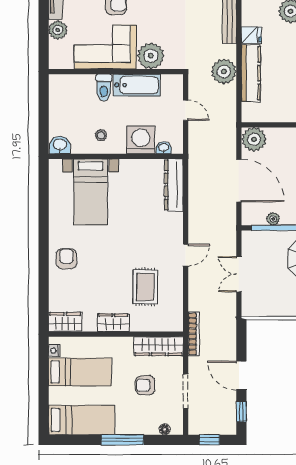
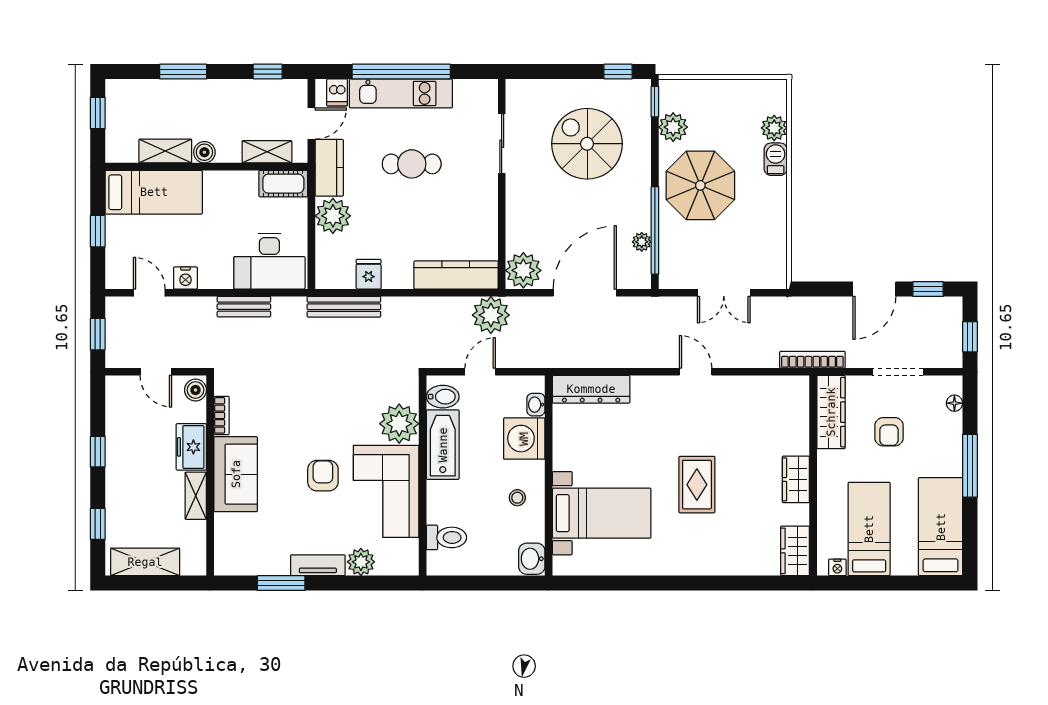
plant: (224, 72) -> (491, 315), moved
kitchen counter: (251, 73) -> (456, 275), moved
bidet: (169, 85) -> (443, 397), added
toilet: (104, 88) -> (446, 537), moved
armchair: (66, 259) -> (701, 549), removed
rug: (145, 287) -> (697, 485), moved, turned 90

